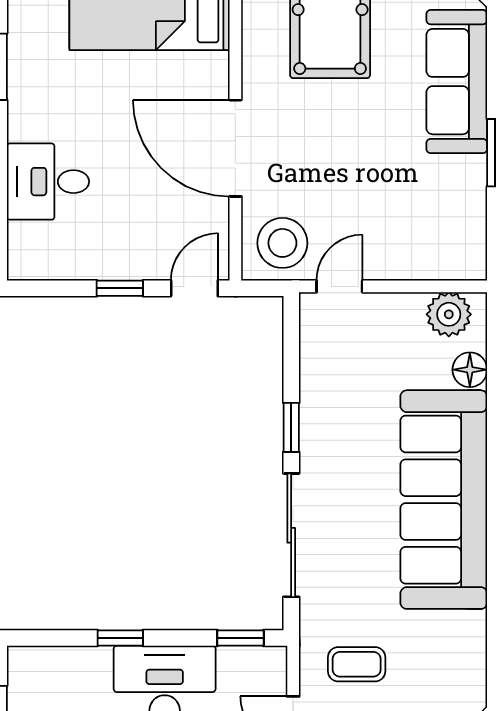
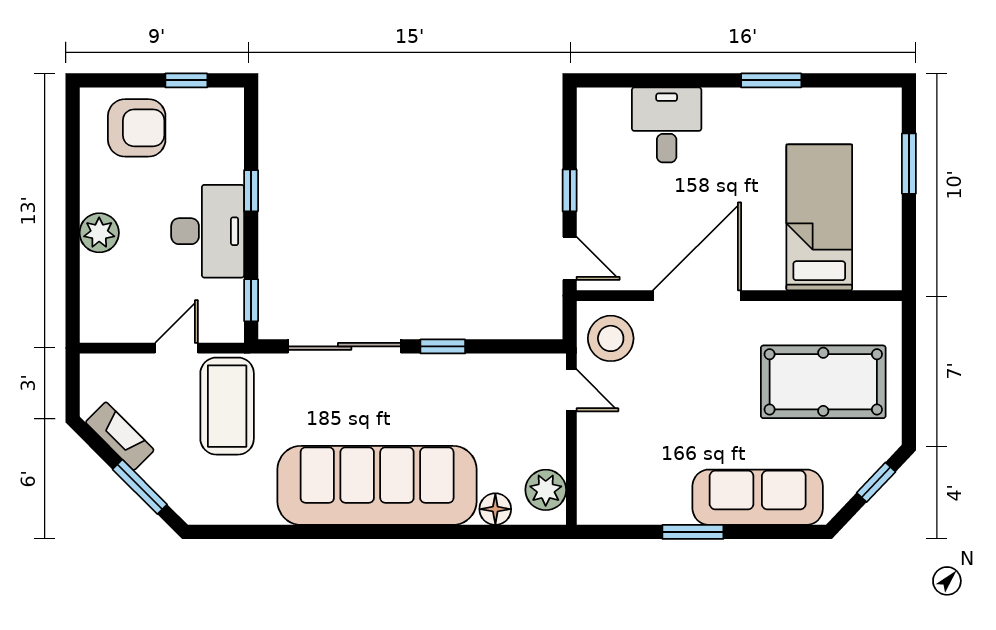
coffee table: (357, 664) -> (227, 406), width x1.86, depth x1.72

